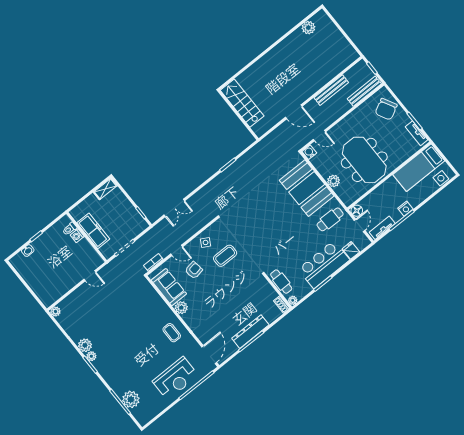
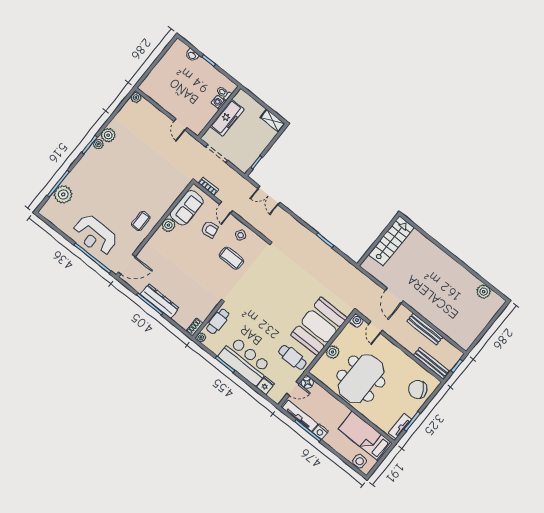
tv unit: (382, 228) -> (300, 416), width x1.41

